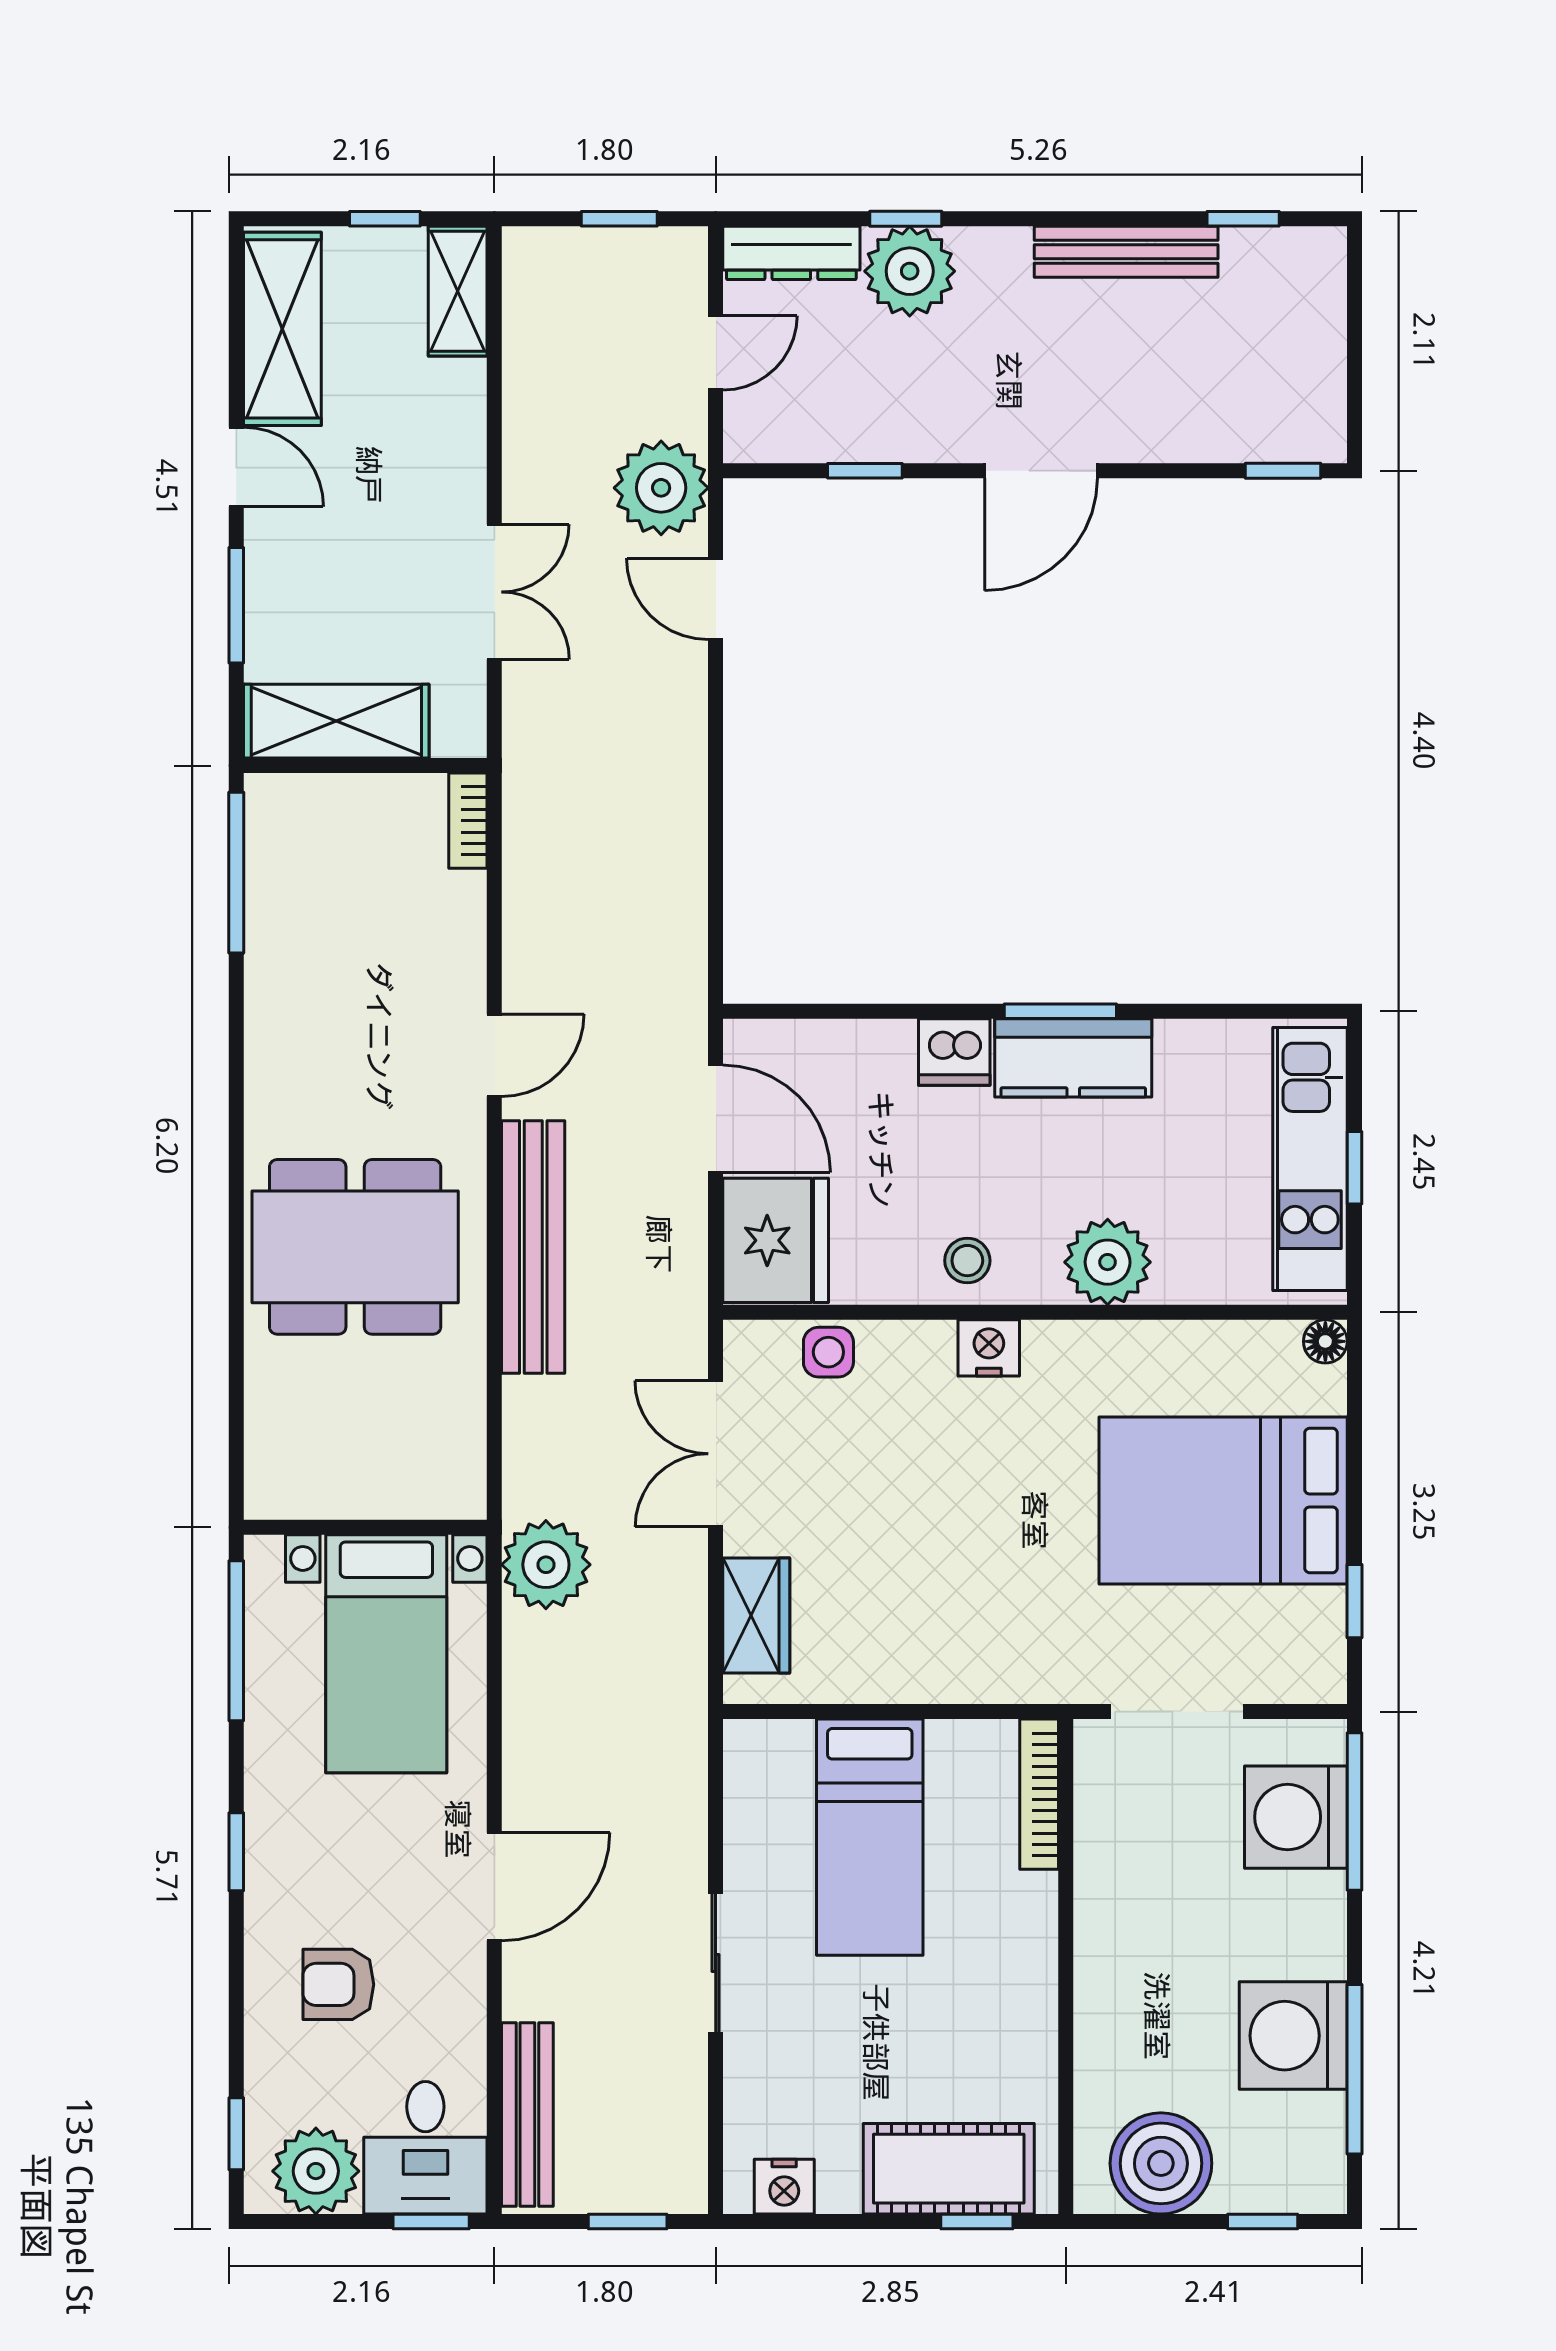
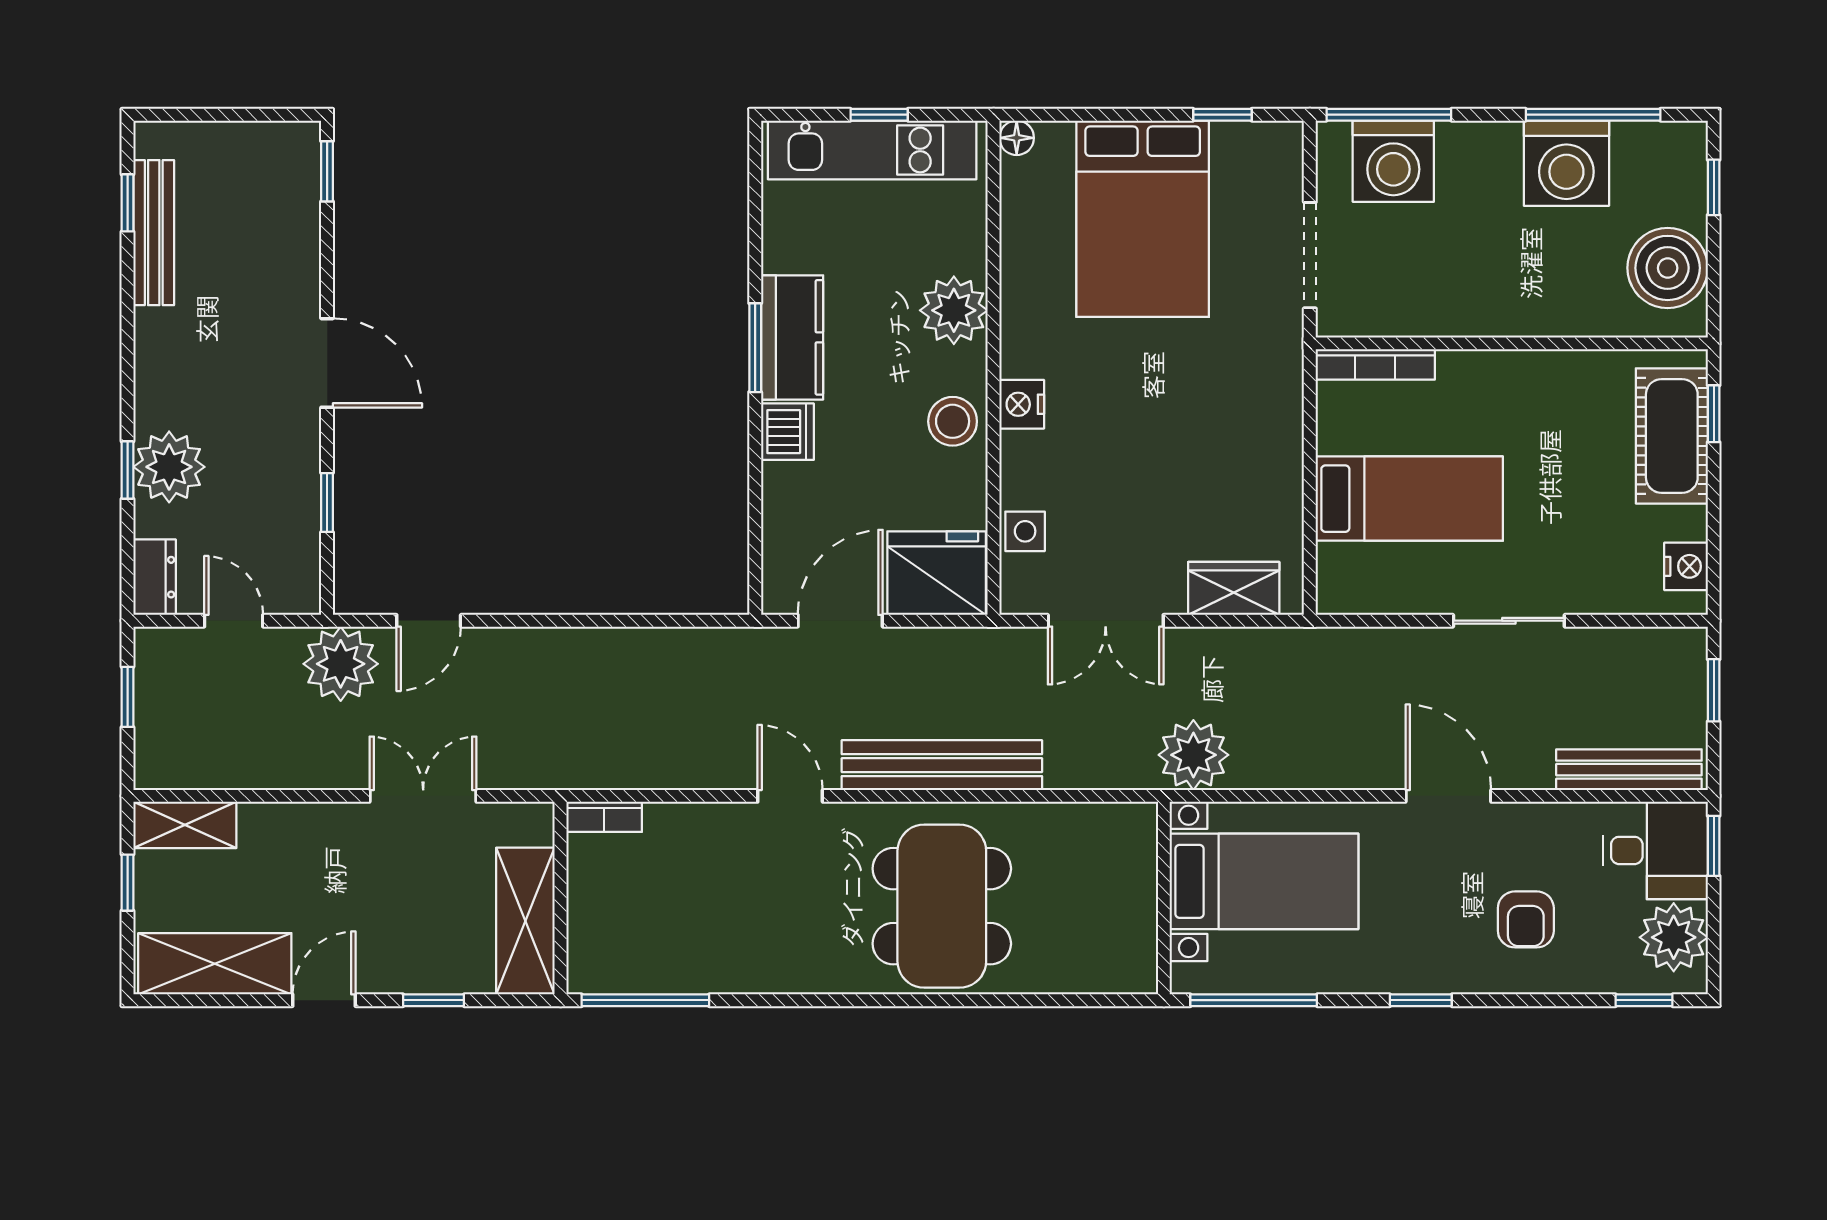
bench: (1126, 252) -> (154, 233), moved
dresser: (791, 253) -> (155, 577), width x0.70
window: (236, 605) -> (434, 1000), width x0.67
stool: (967, 1261) -> (953, 421), width x1.37, depth x1.37

